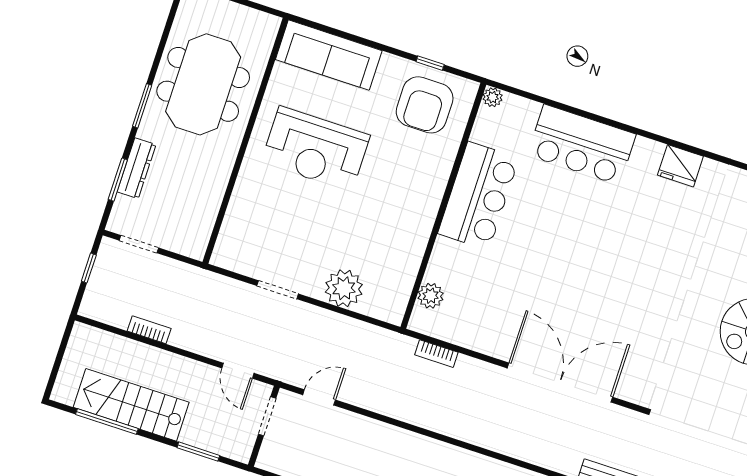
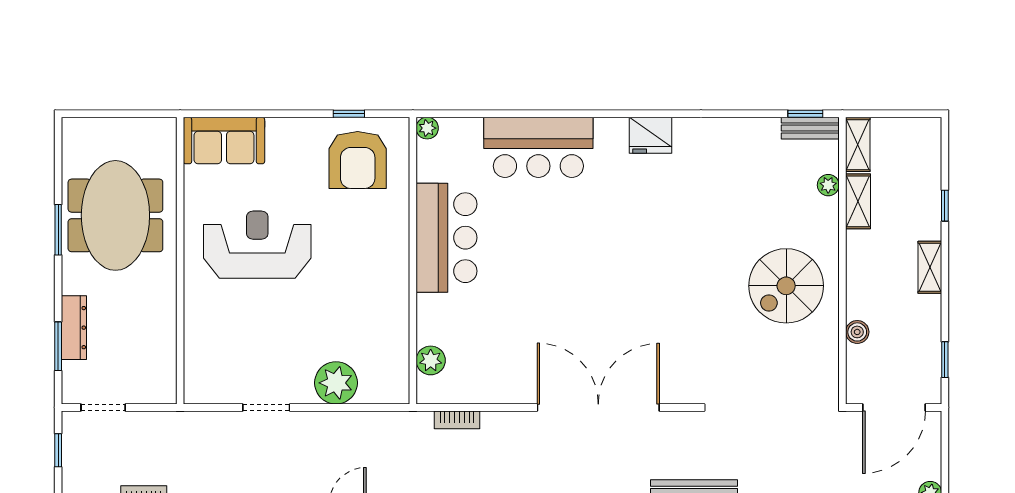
sofa: (329, 55) -> (224, 140), width x0.73
window: (142, 106) -> (58, 230), moved
reception desk: (316, 149) -> (257, 245), turned 180

